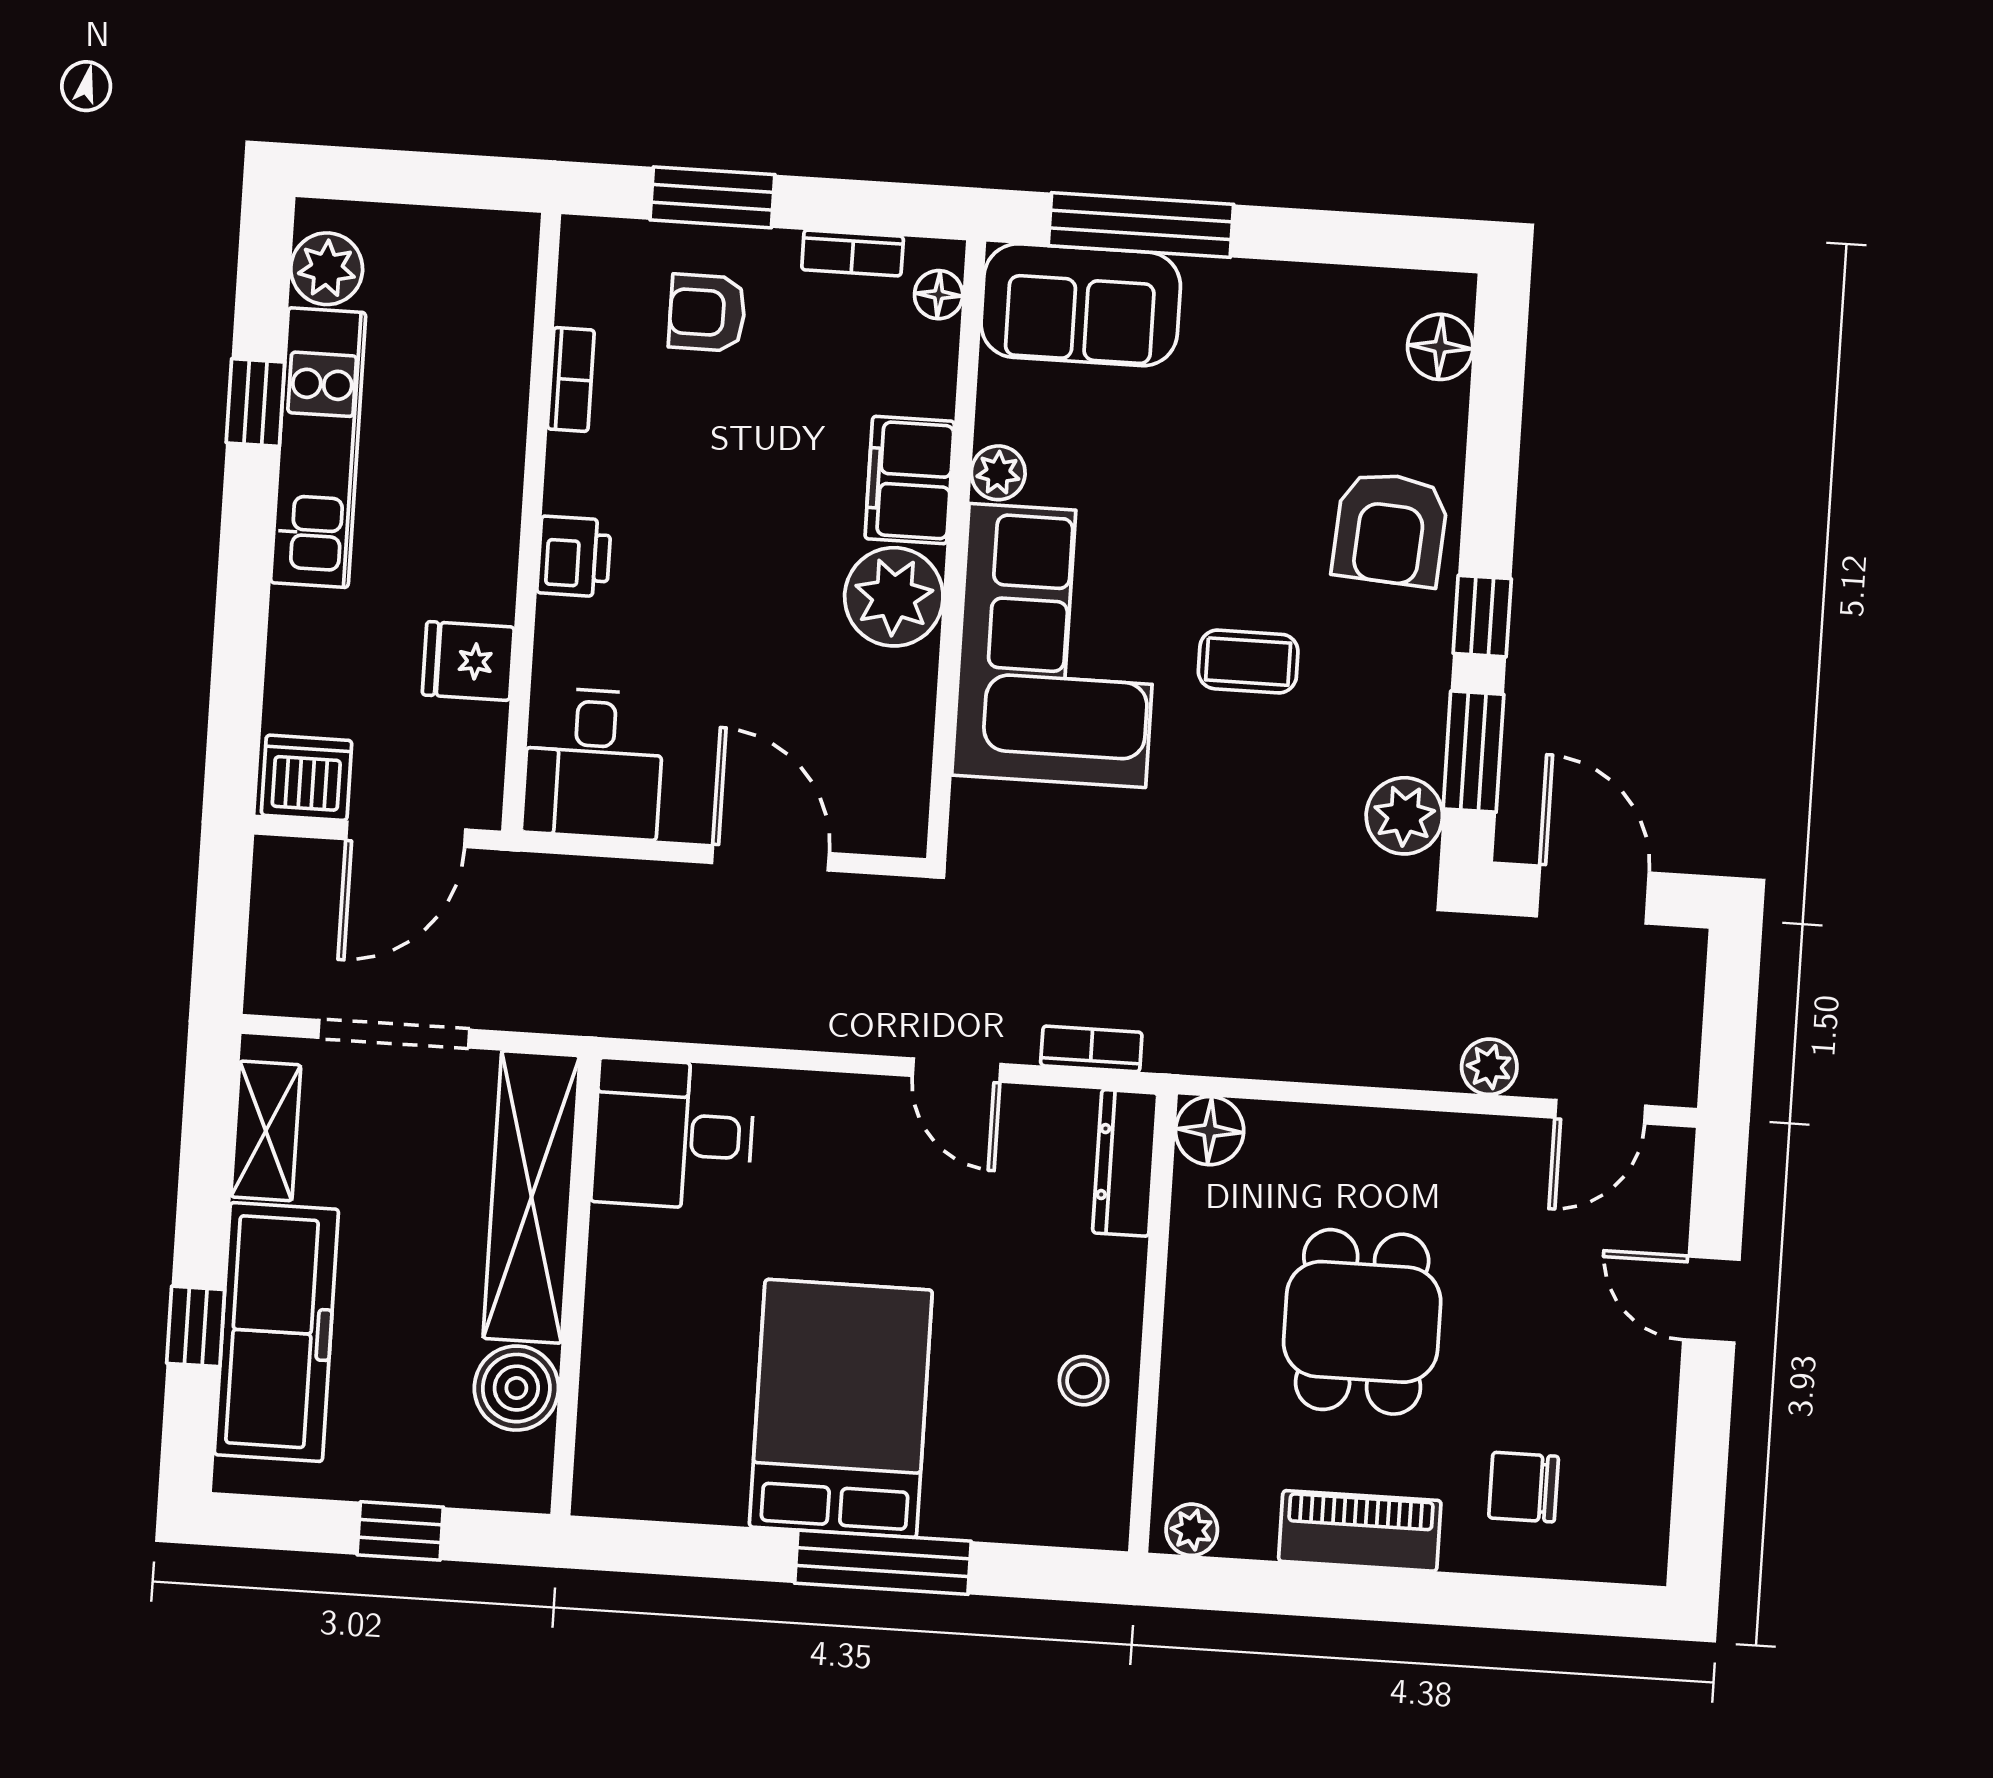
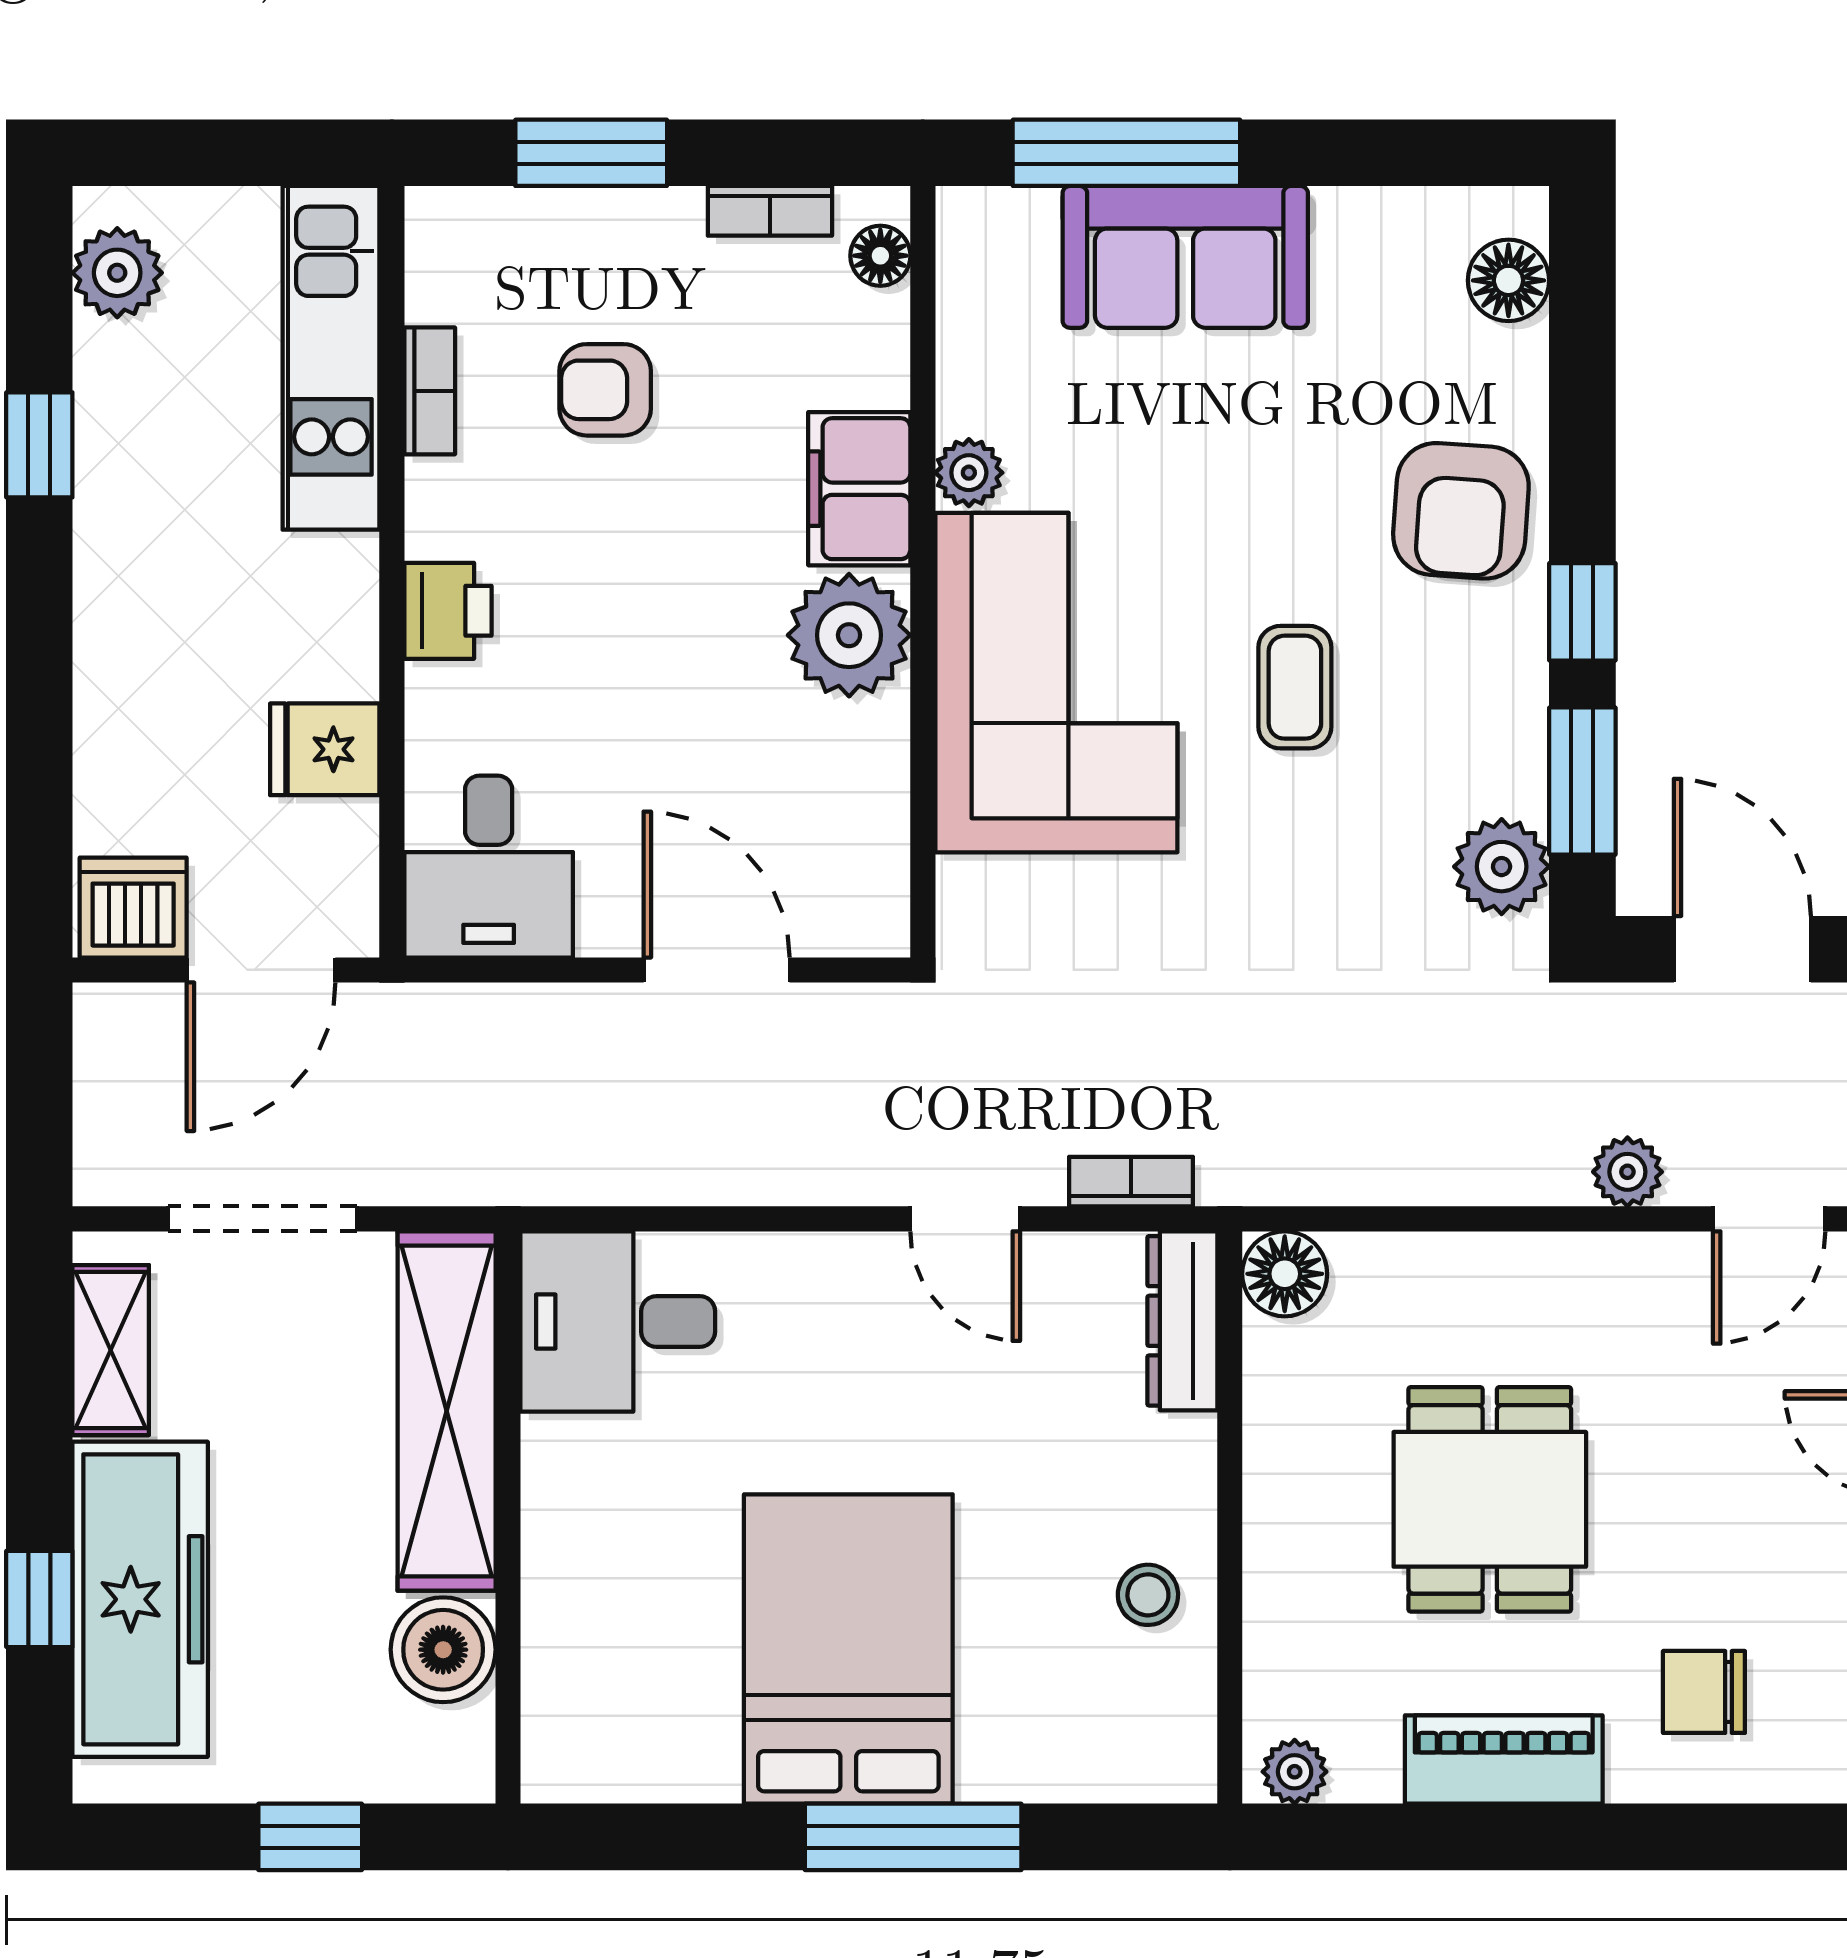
sofa: (1081, 305) -> (1185, 257), moved
armchair: (707, 313) -> (605, 390), moved
kitchen unit: (318, 448) -> (331, 358), moved, turned 180
coffee table: (1248, 662) -> (1295, 687), turned 90

